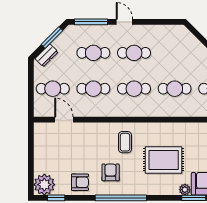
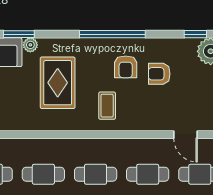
rug: (164, 160) -> (58, 83), turned 90
armchair: (80, 182) -> (159, 74), moved

